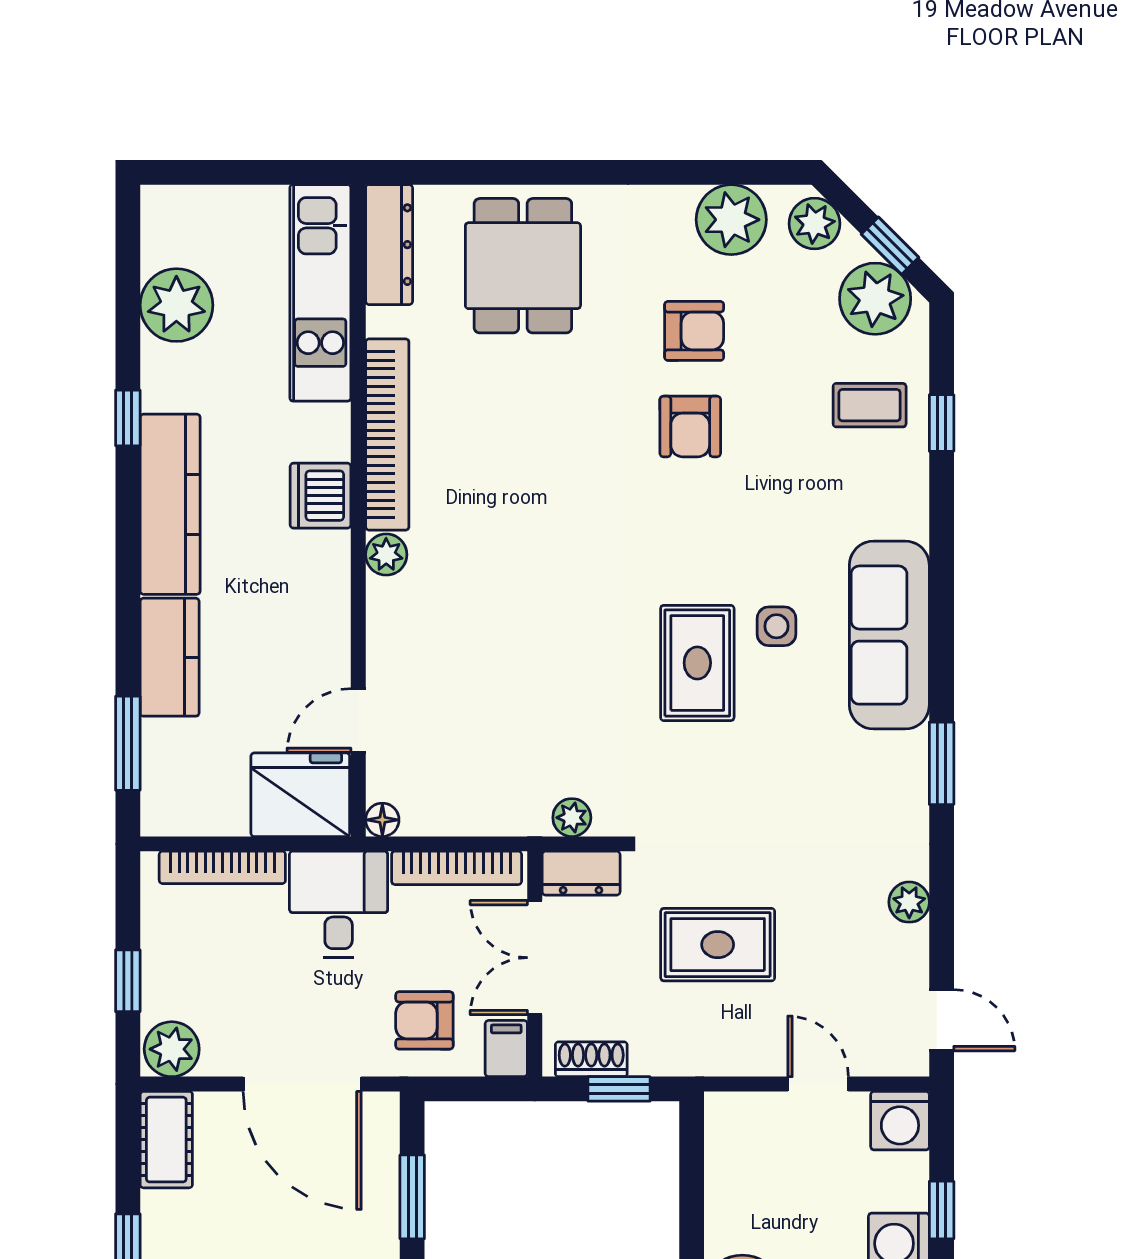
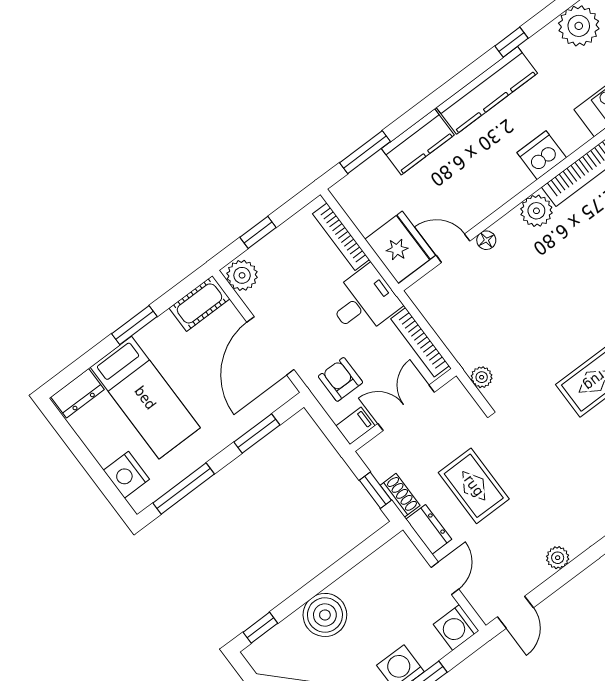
plant: (386, 555) -> (536, 211), width x1.38, depth x1.38
floor lamp: (382, 820) -> (486, 240), moved
dresser: (581, 873) -> (429, 529), moved, turned 180
shoe rack: (591, 1059) -> (400, 495), moved

